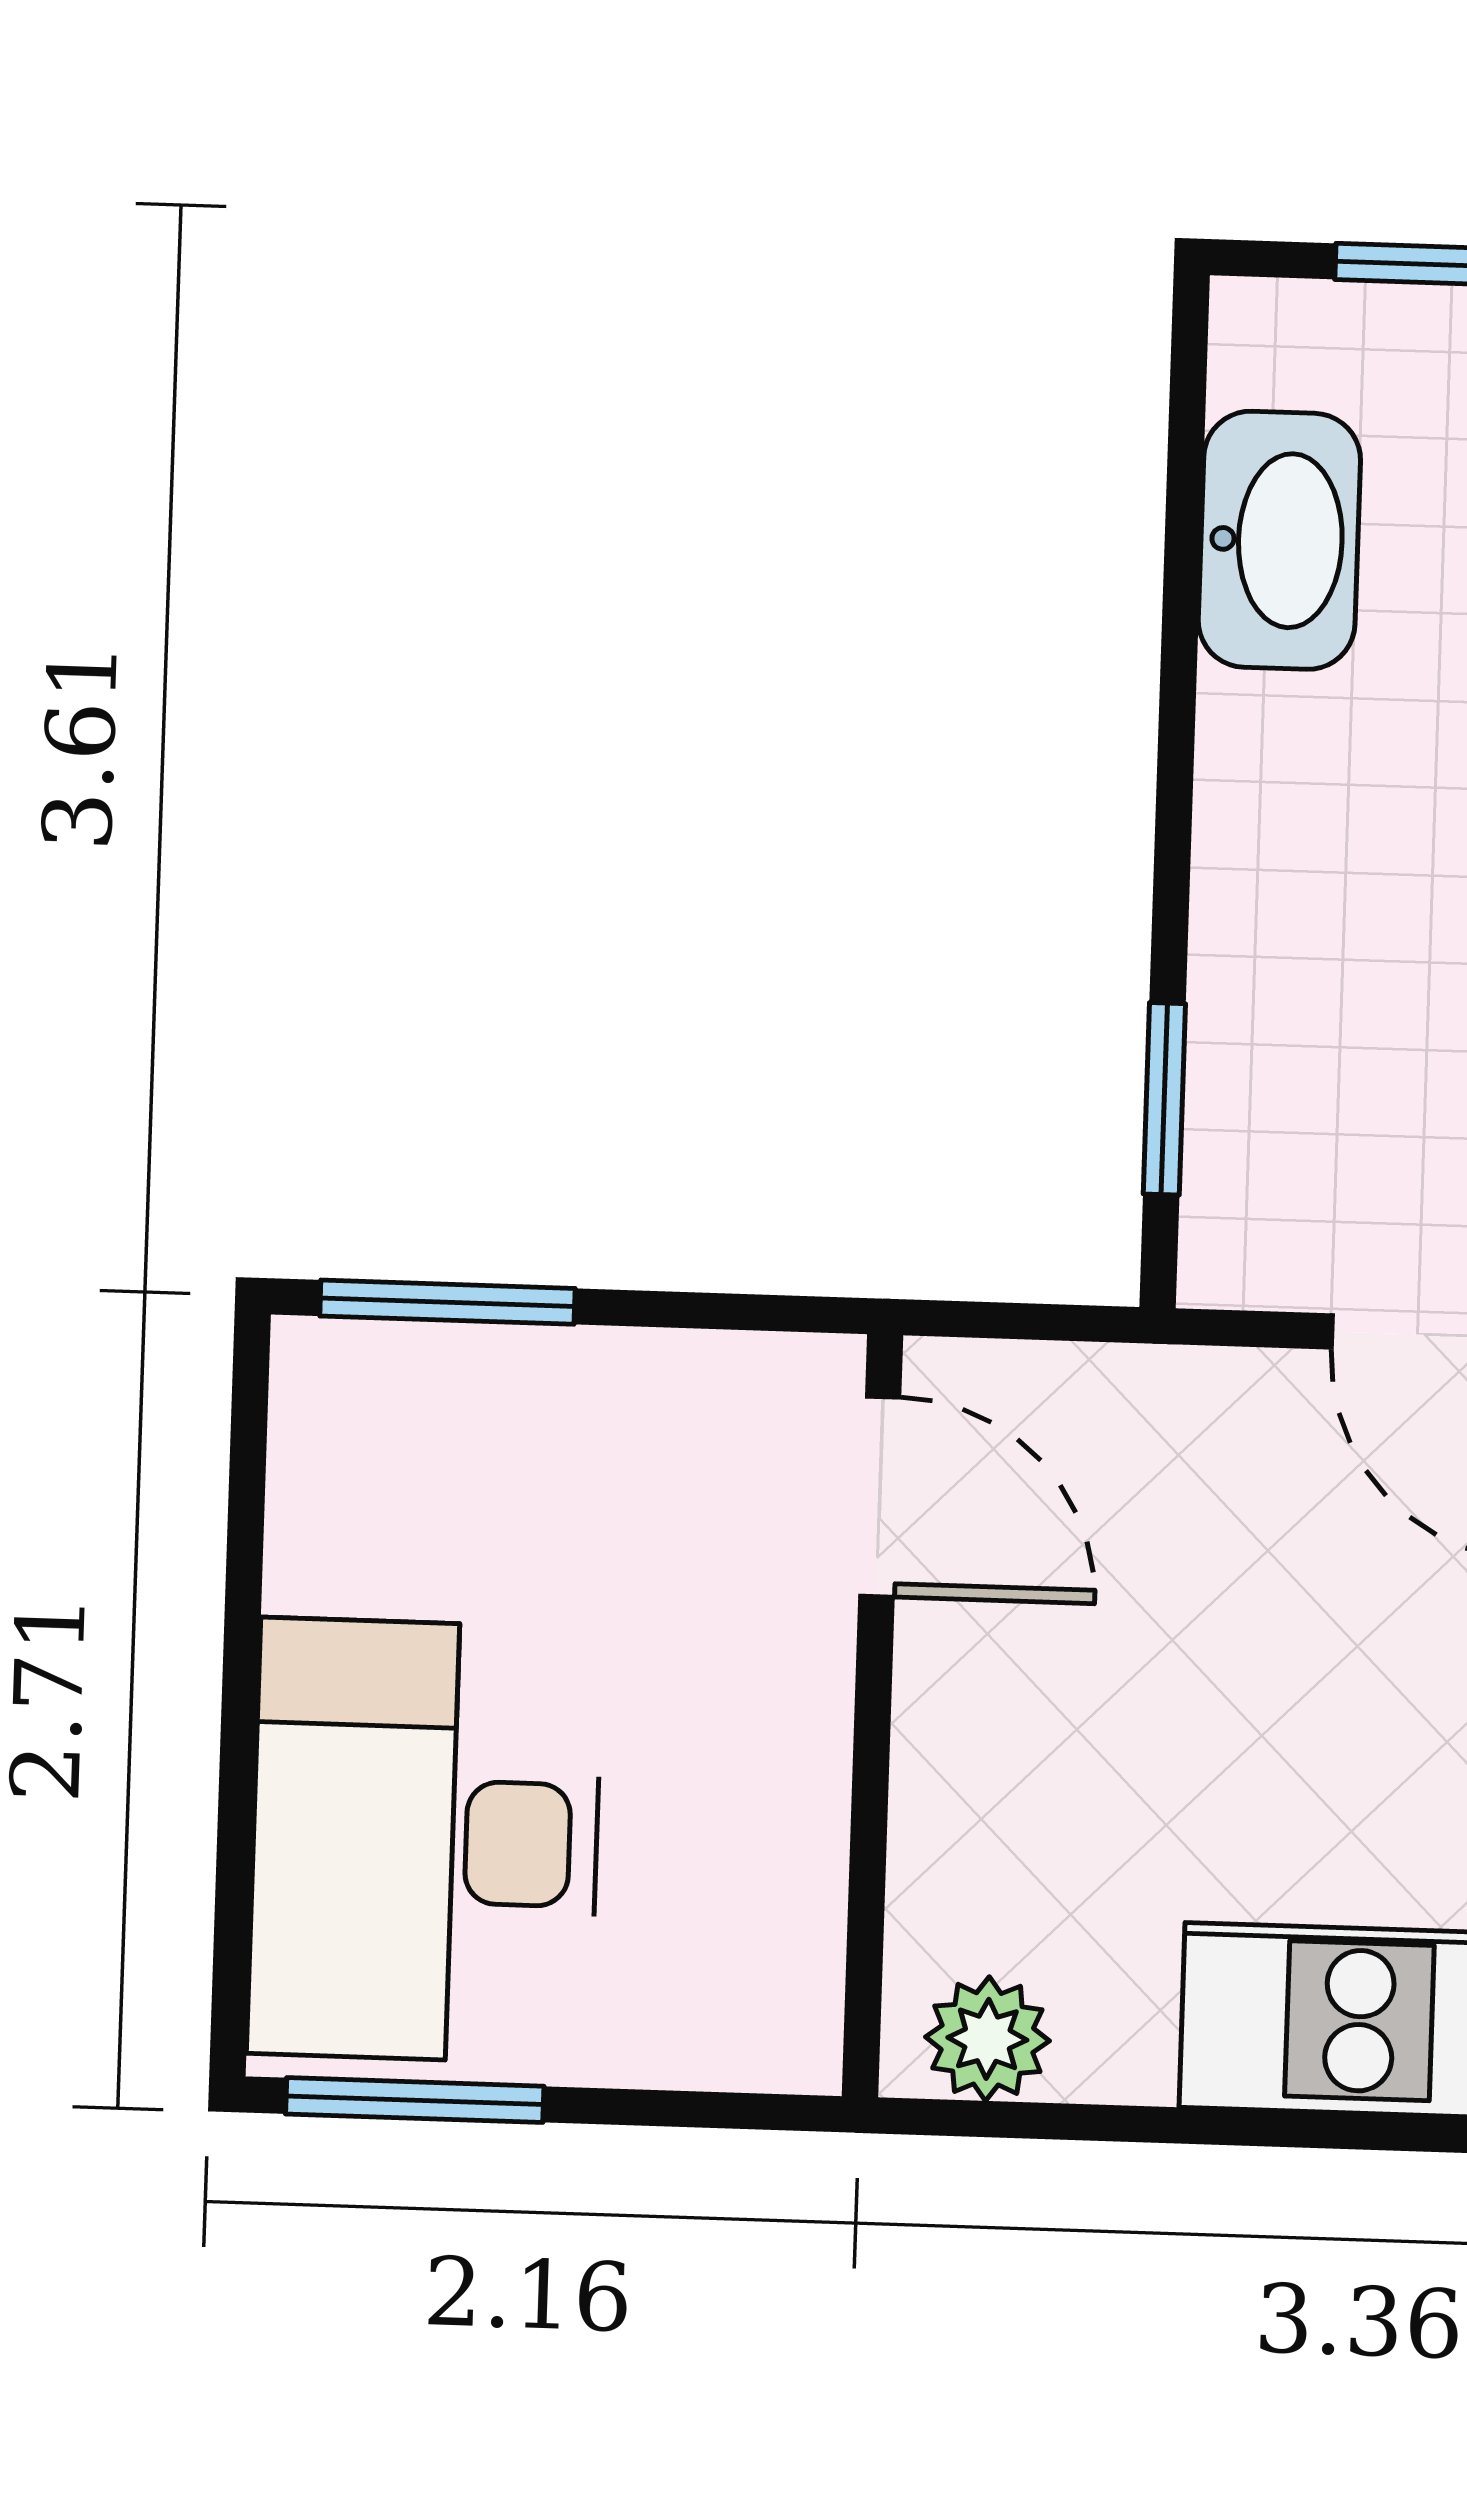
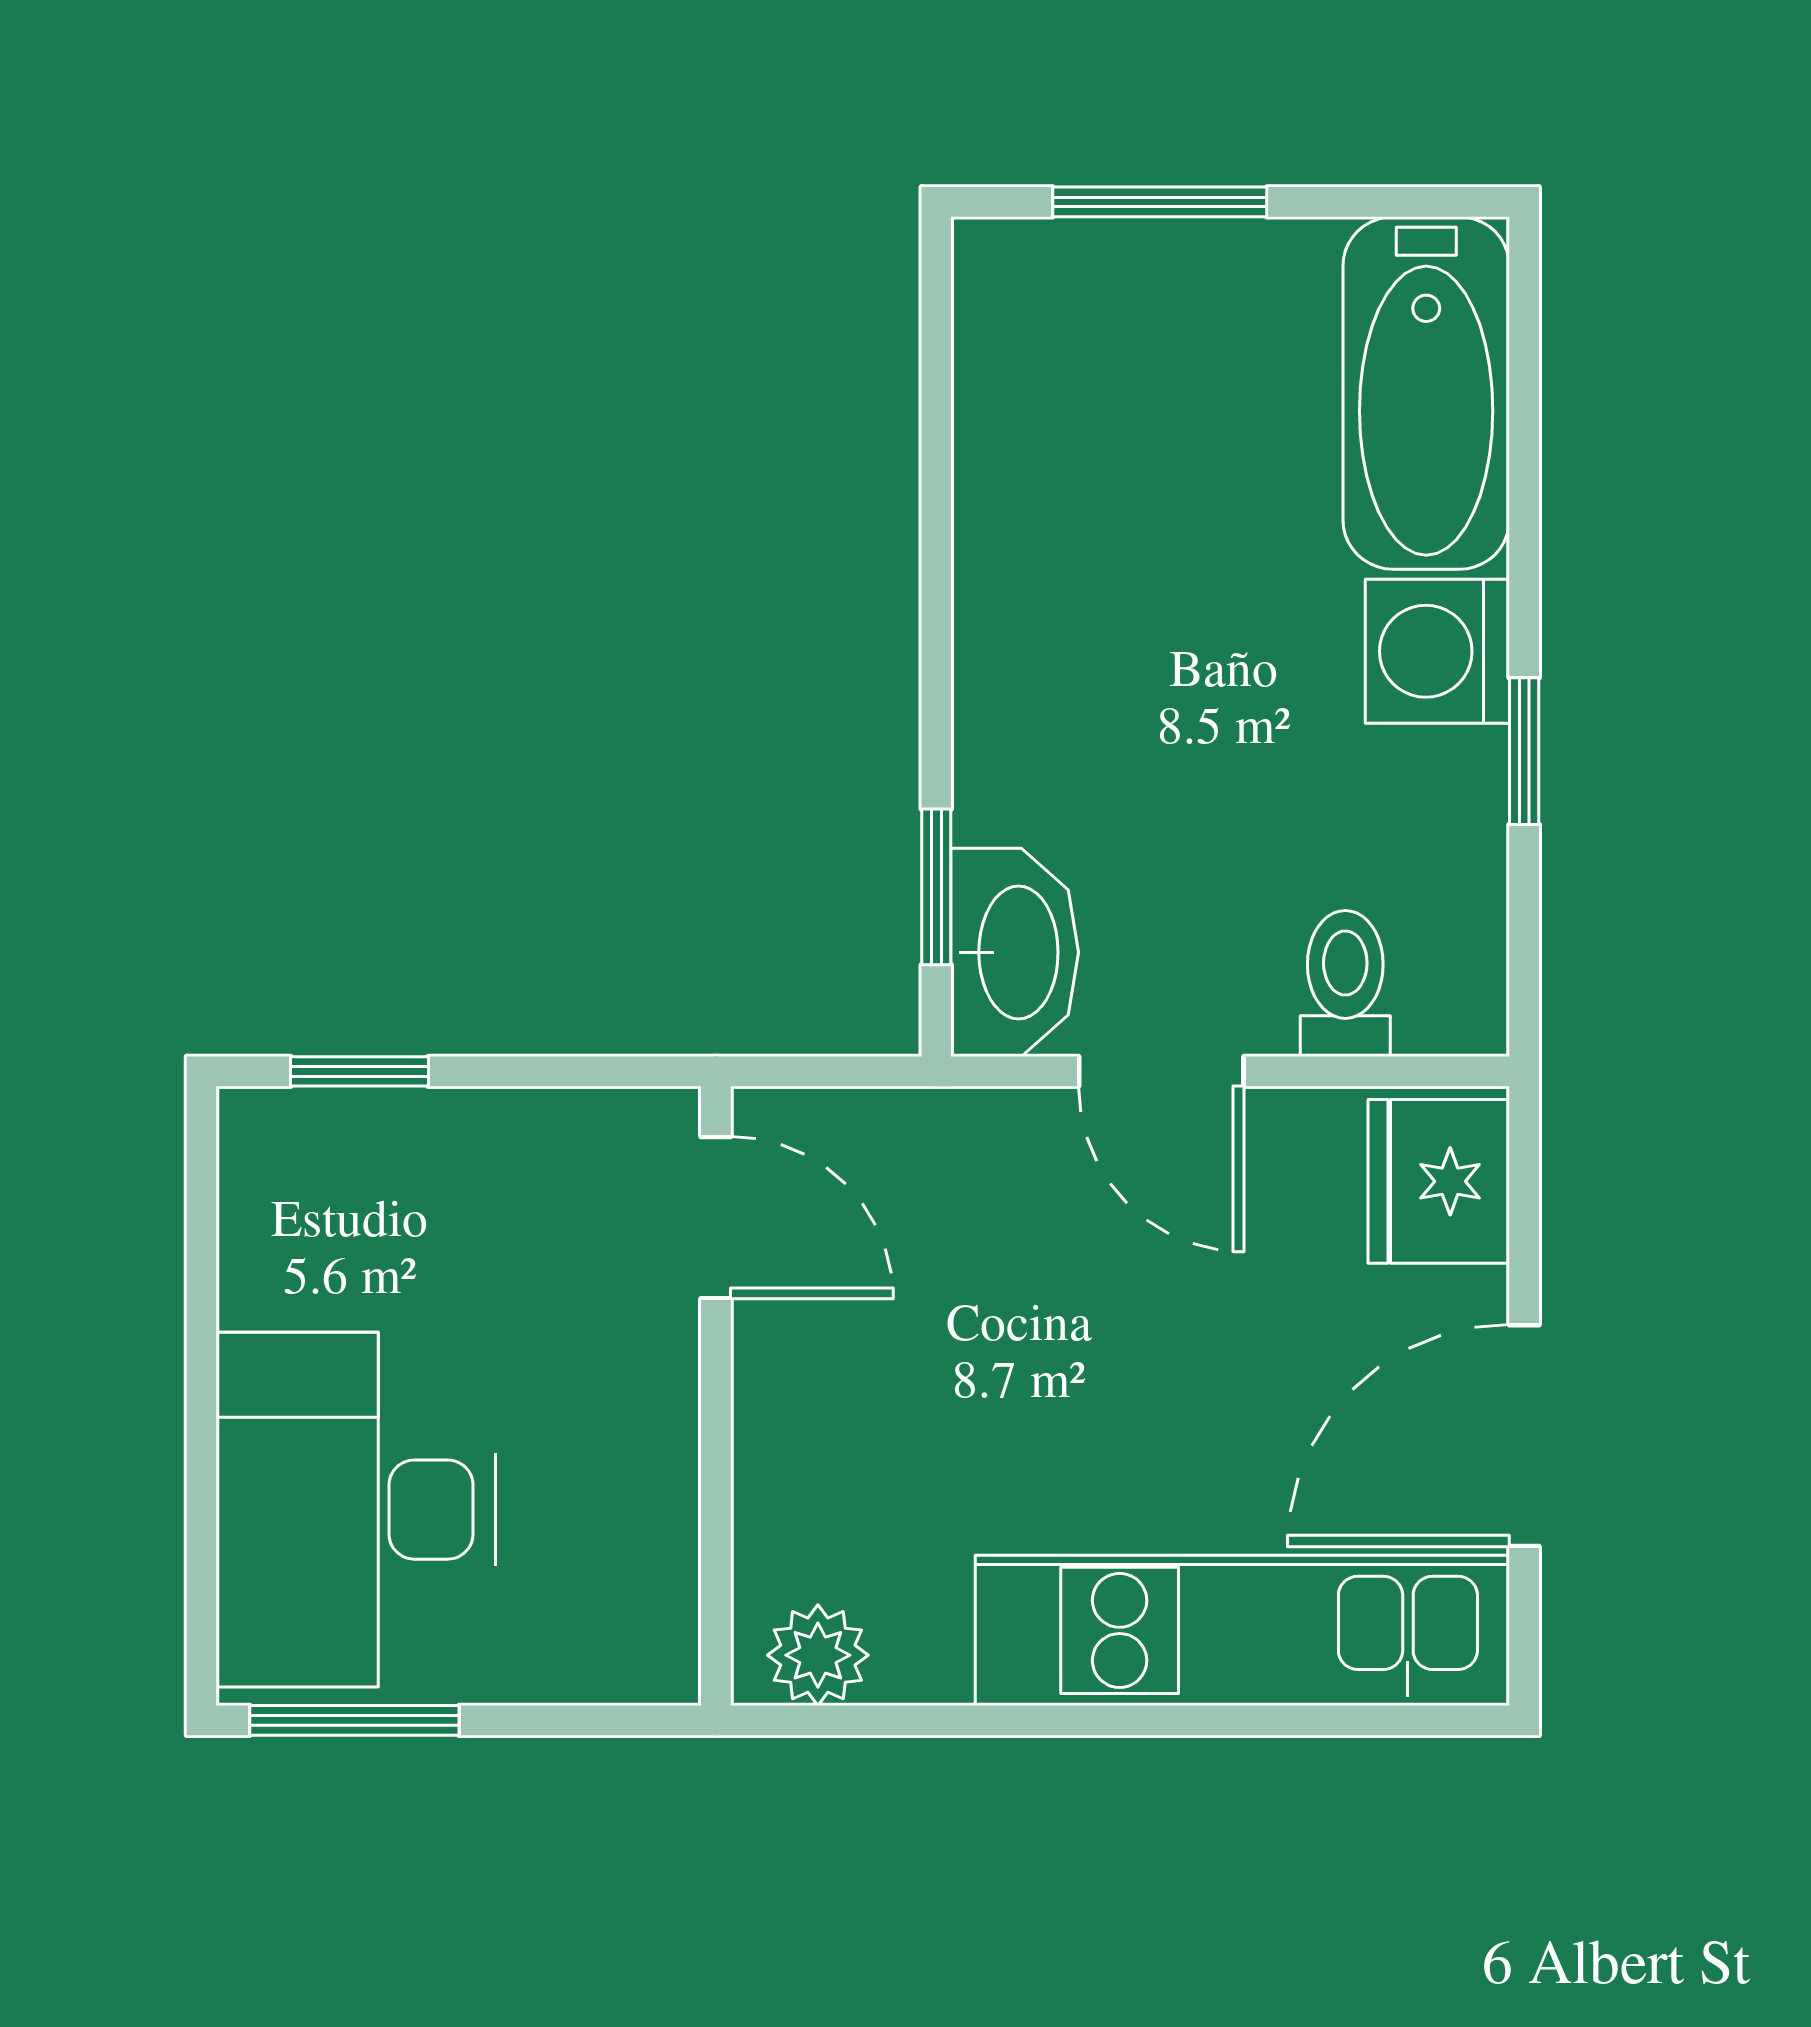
washbasin: (1279, 540) -> (1015, 952), moved
window: (447, 1302) -> (359, 1071), width x0.67

